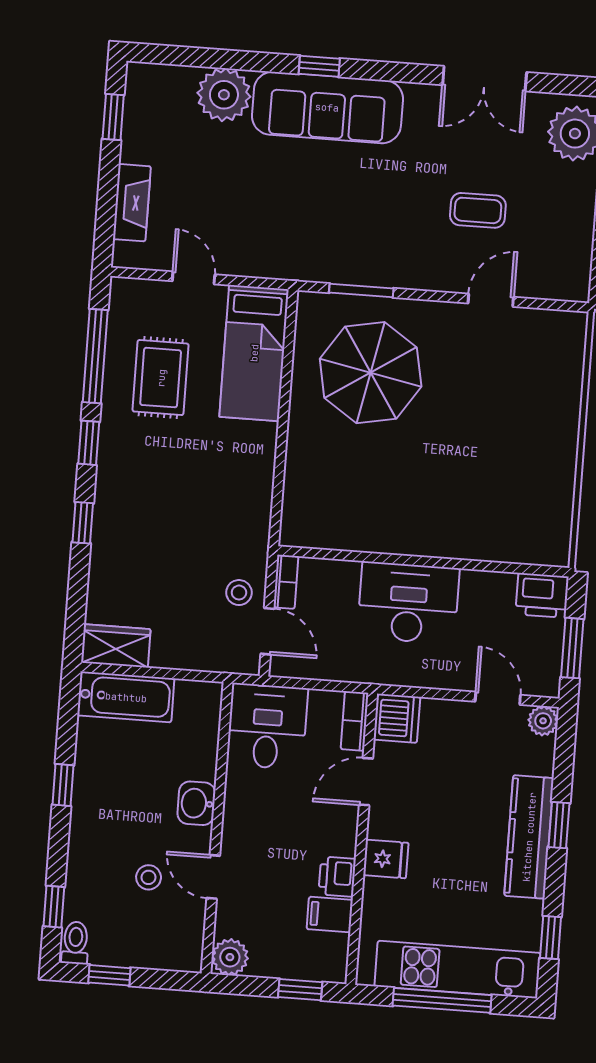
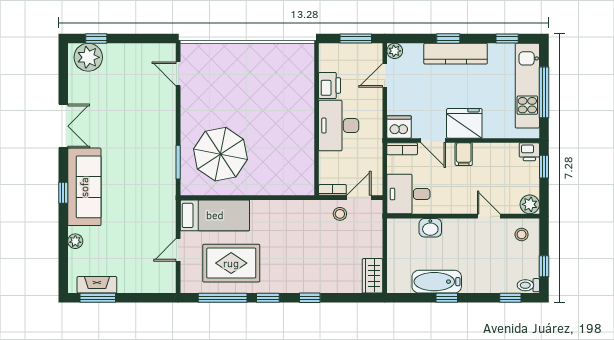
double door: (485, 79) -> (63, 126), moved
plant: (224, 95) -> (75, 241), width x0.53, depth x0.53
window: (113, 117) -> (98, 298), width x1.50
fireplace: (132, 203) -> (97, 285), moved
coffee table: (478, 210) -> (132, 105), removed
door: (491, 300) -> (178, 74), moved
rug: (161, 378) -> (231, 263), width x1.36, depth x1.43
printer: (542, 595) -> (330, 85), moved
bathtub: (126, 697) -> (437, 282), moved, turned -90
washbasin: (196, 803) -> (430, 228), moved
fridge: (386, 859) -> (464, 123), width x1.88, depth x1.34
stool: (149, 877) -> (522, 234), moved
door: (213, 877) -> (489, 216), swing flipped
printer: (337, 877) -> (529, 152), moved
filing cabinet: (330, 915) -> (464, 154), moved

